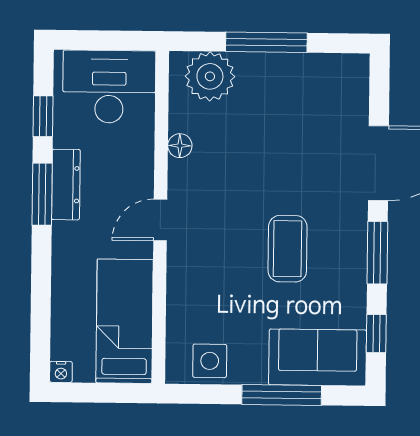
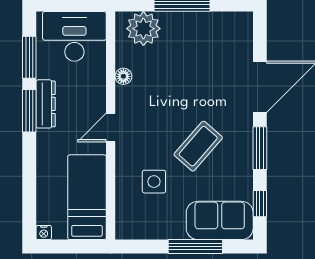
window: (43, 116) -> (29, 57), width x1.50
coffee table: (288, 249) -> (198, 146), turned 41
side table: (210, 361) -> (154, 182), moved

